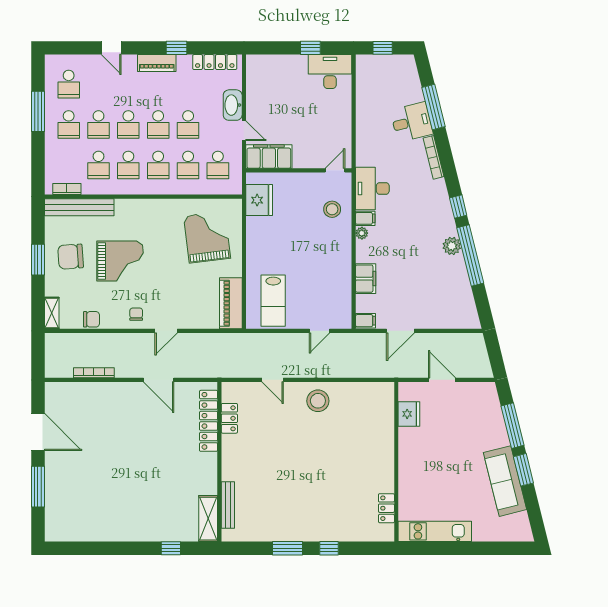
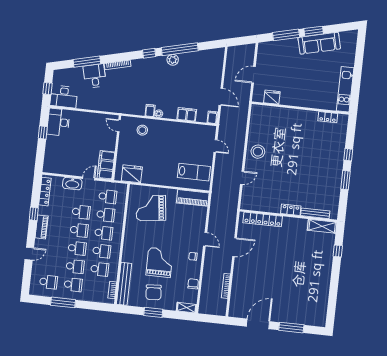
desk: (372, 188) -> (64, 97), moved
locker: (229, 418) -> (291, 210), moved

